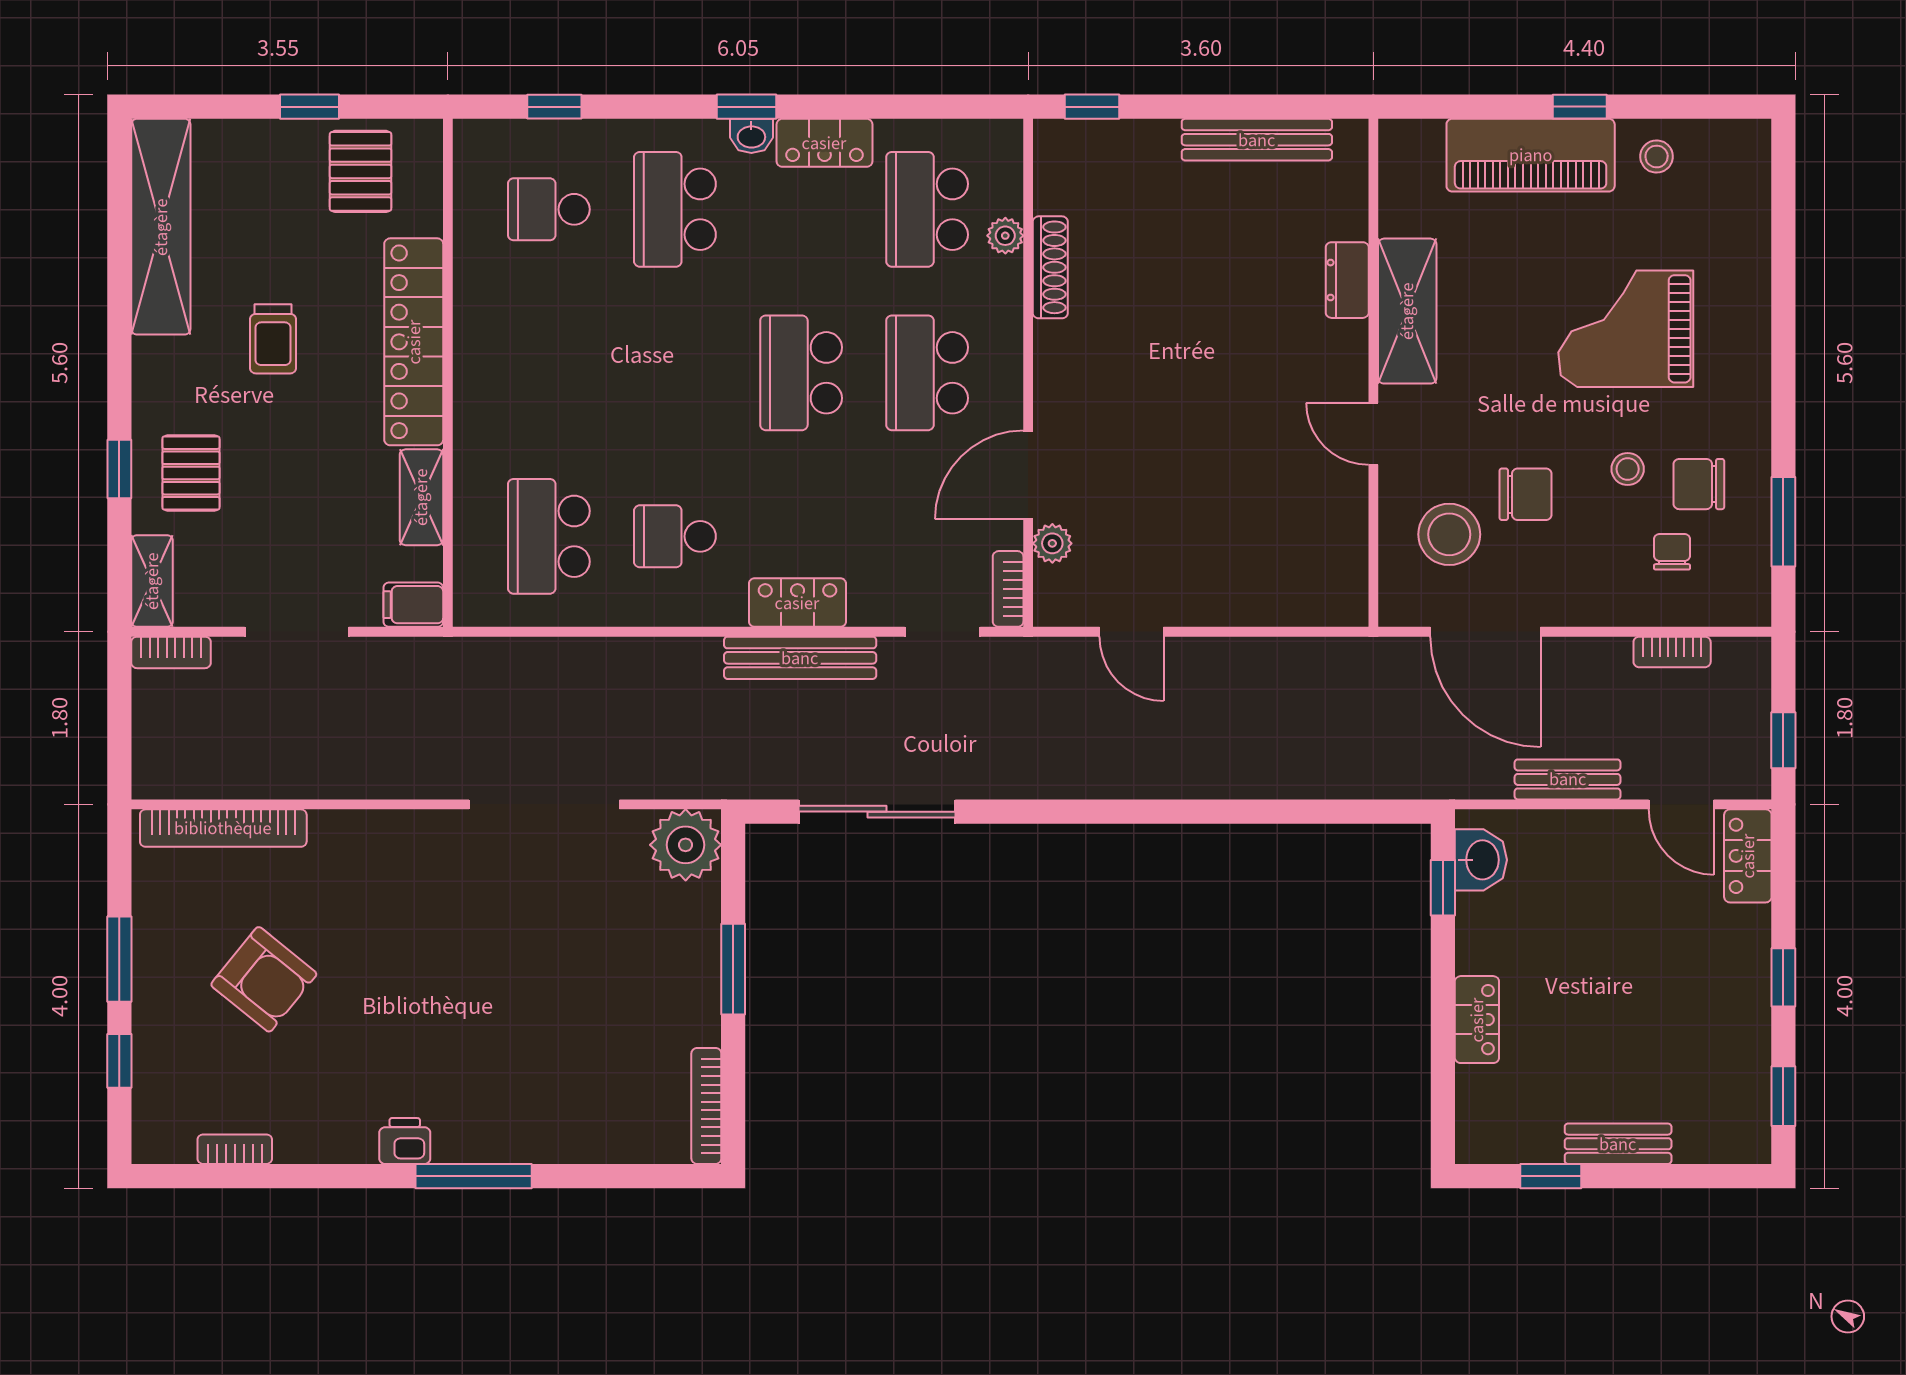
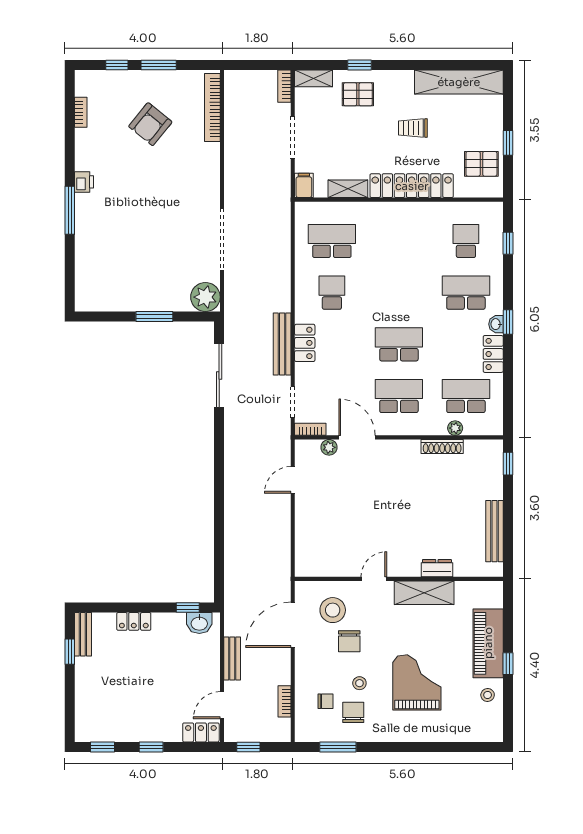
bookcase: (706, 1106) -> (98, 306), removed
bench: (1618, 1144) -> (83, 634), moved

